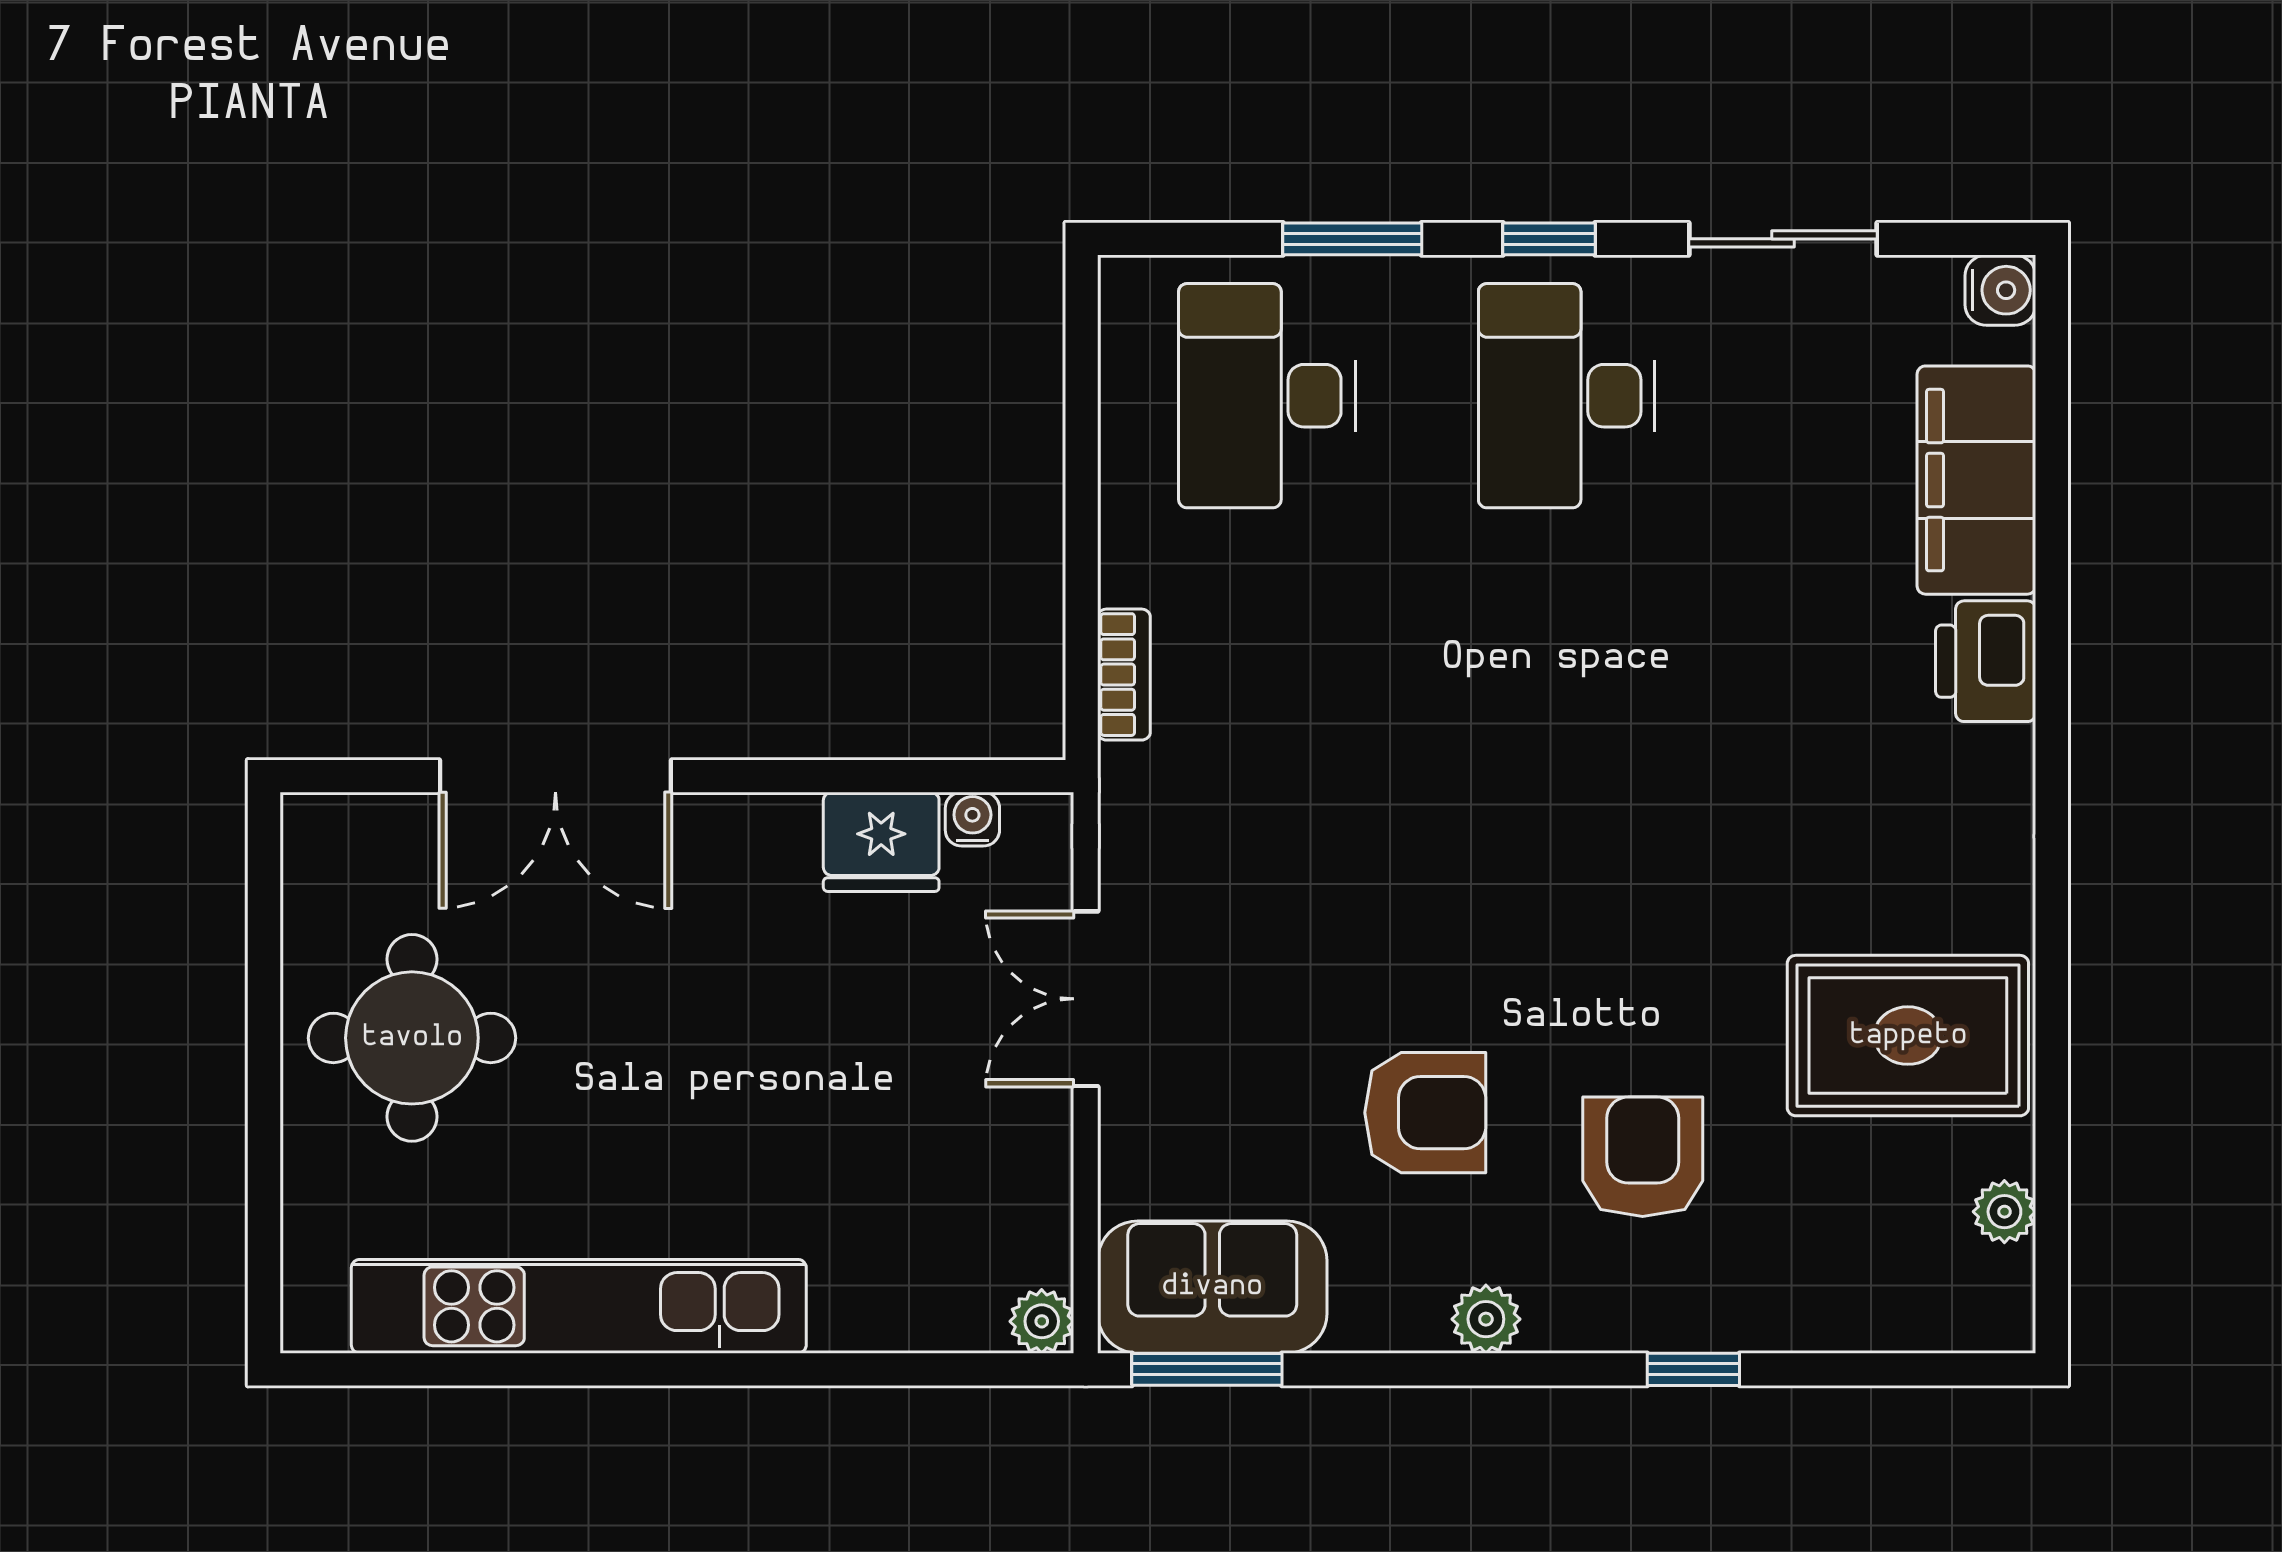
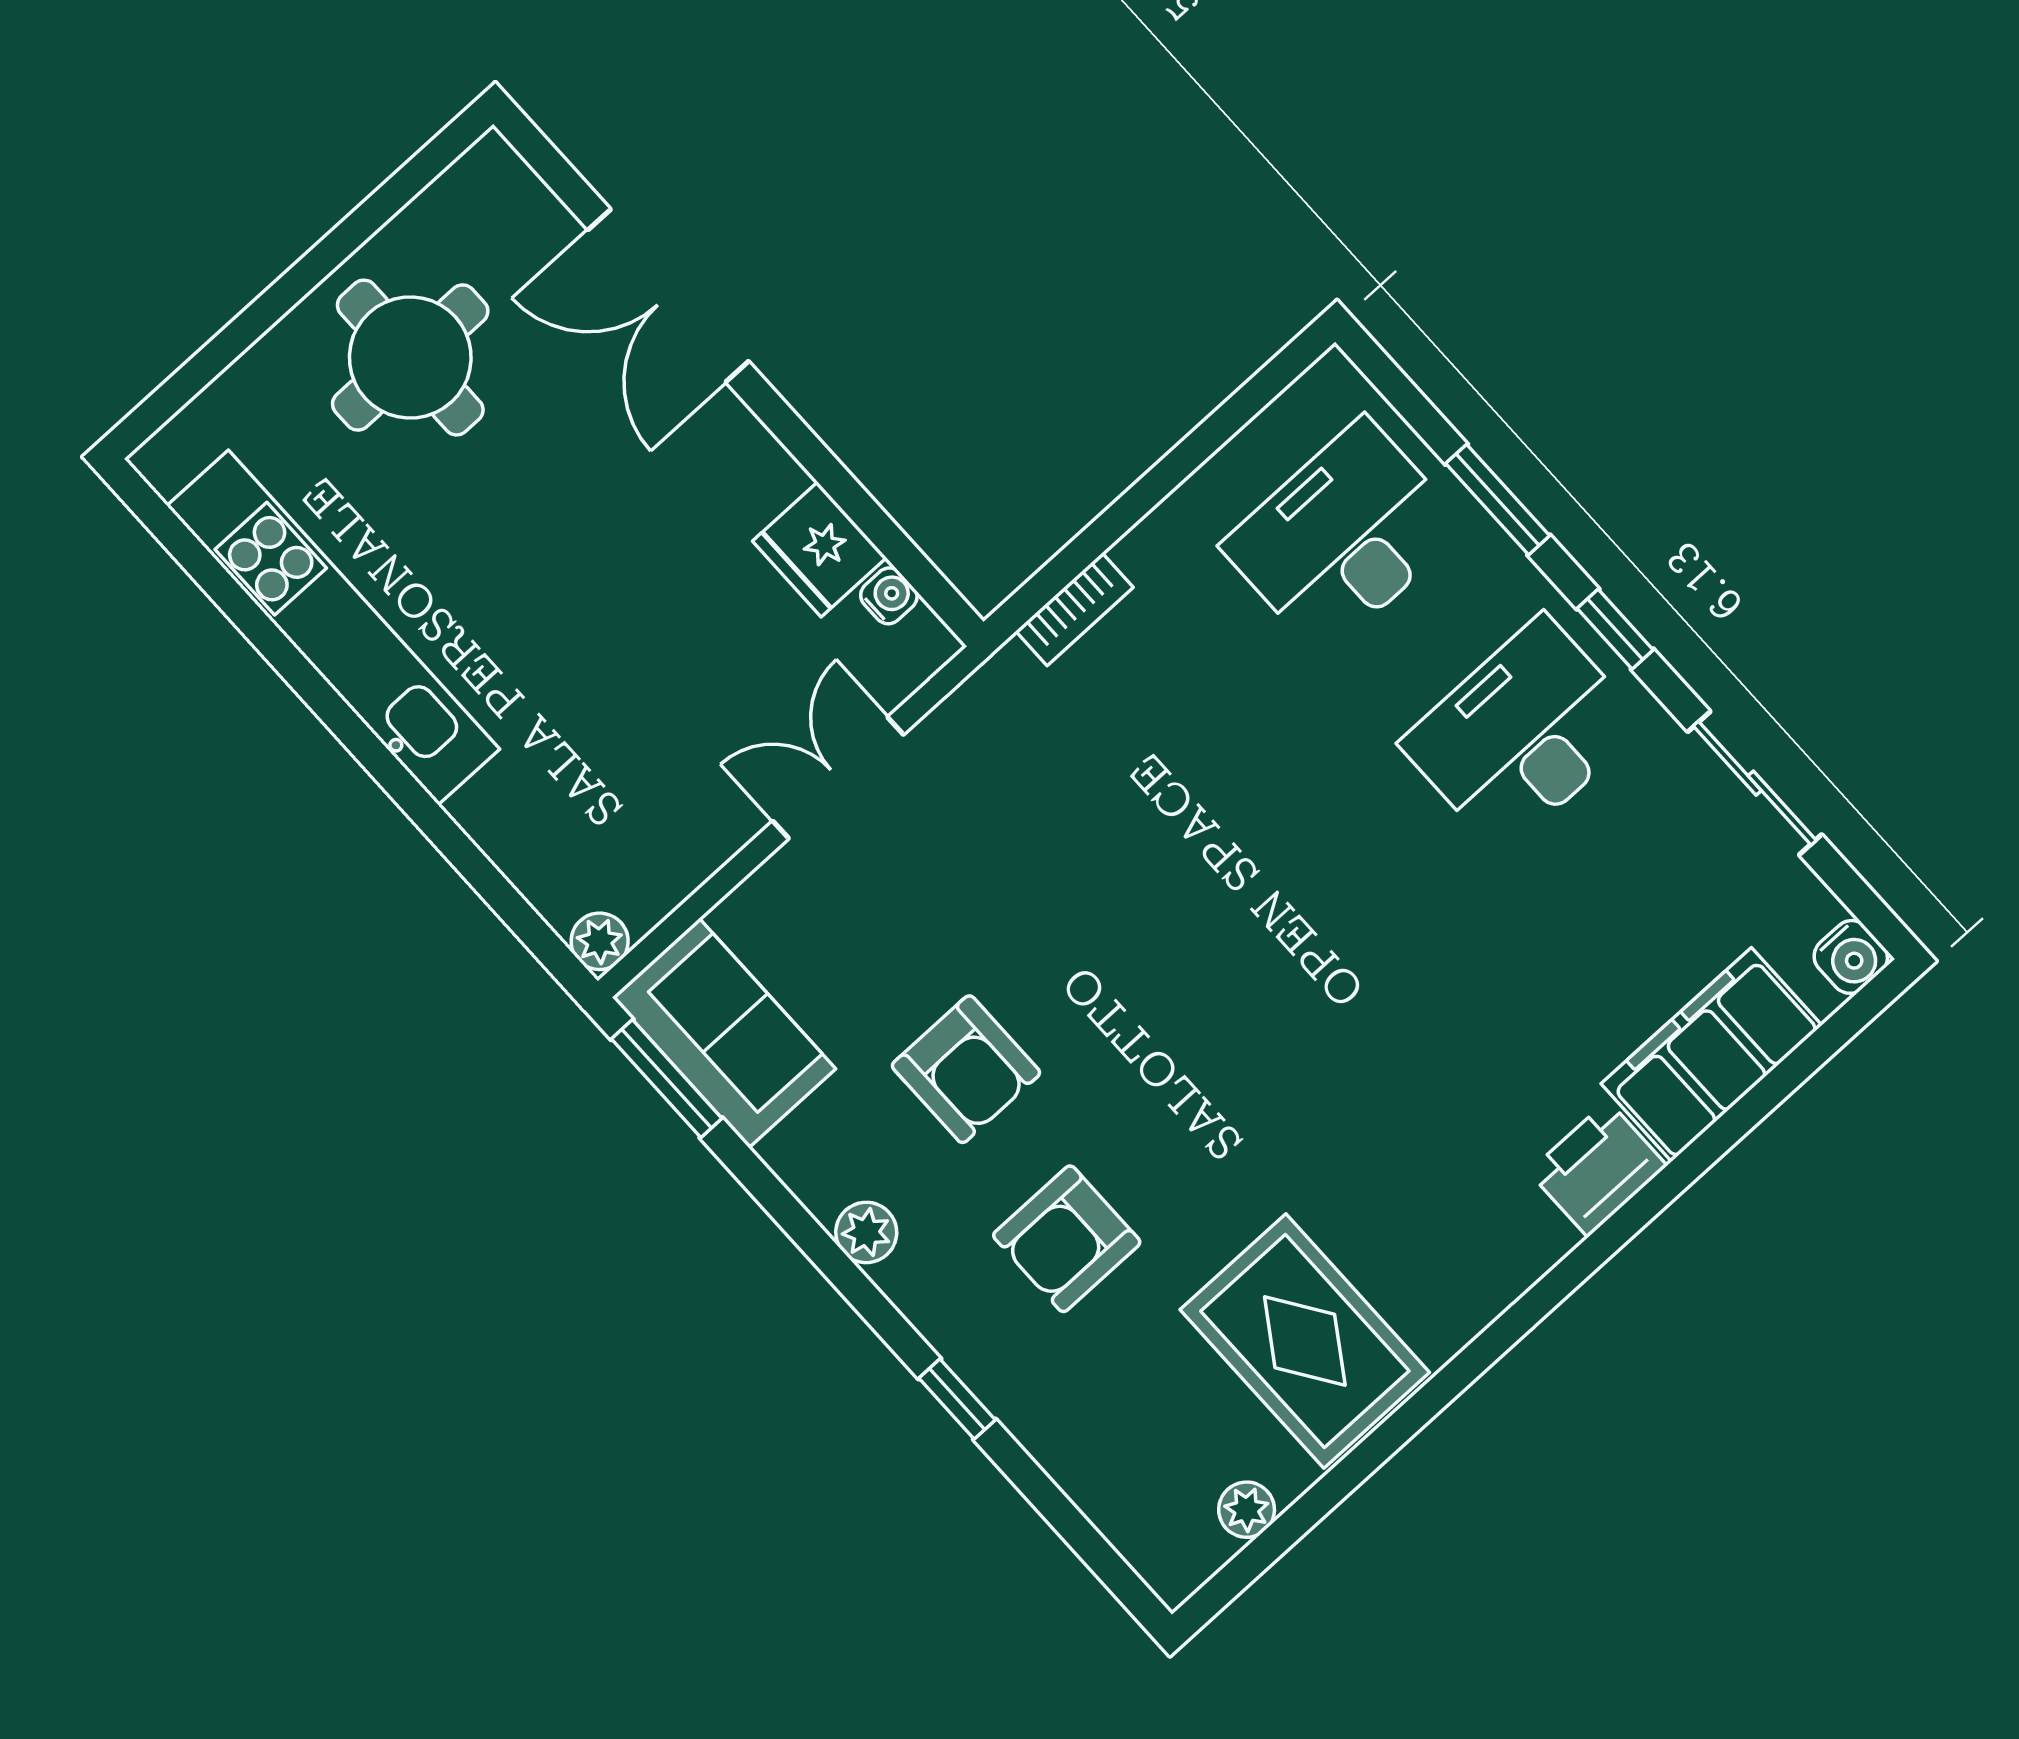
armchair: (1643, 1157) -> (1067, 1239), turned 180

